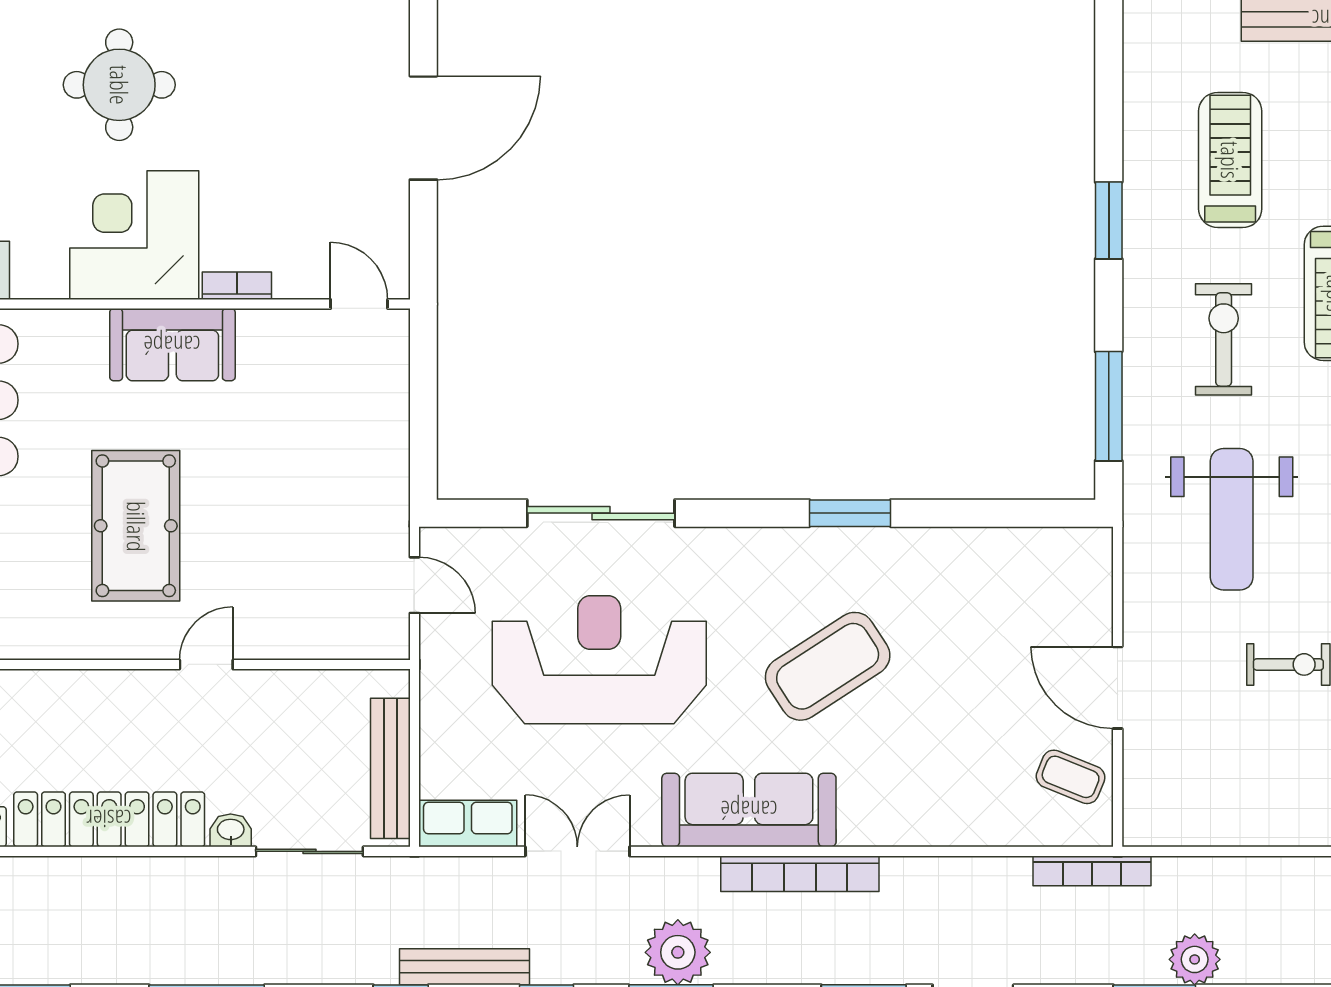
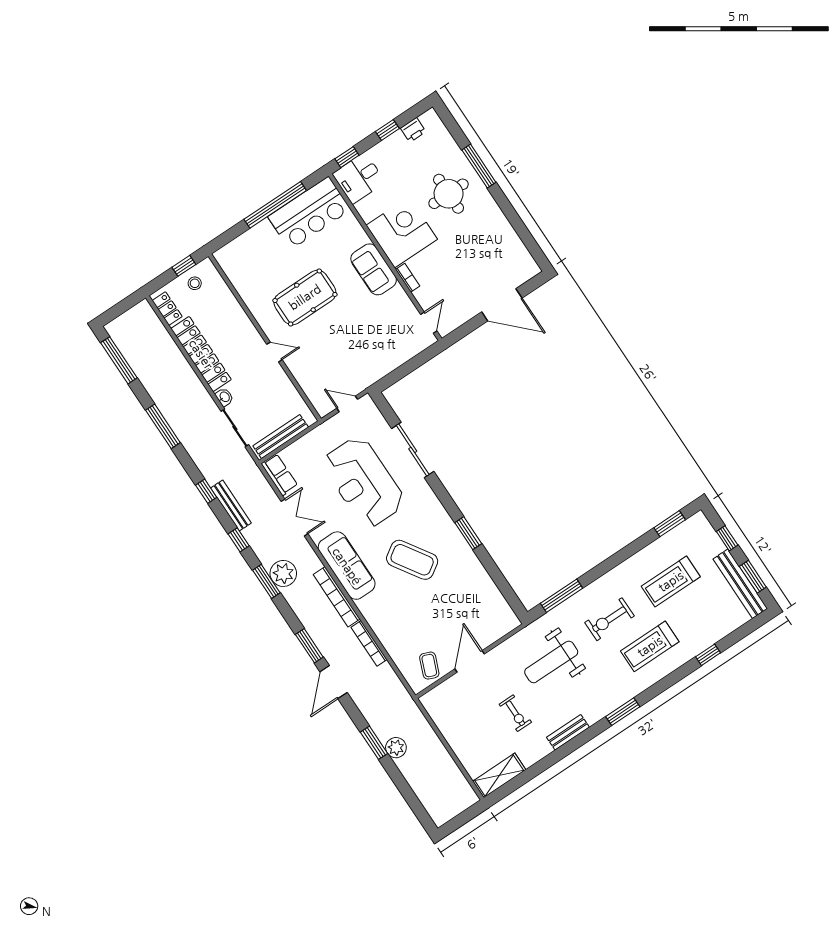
treadmill: (1230, 160) -> (671, 581), turned 180
window: (1109, 220) -> (670, 524), moved
exercise bike: (1224, 339) -> (609, 619), turned 180
door: (414, 585) -> (347, 404), swing flipped
reception desk: (599, 660) -> (363, 482), turned 180
bookcase: (1092, 871) -> (369, 643), moved

